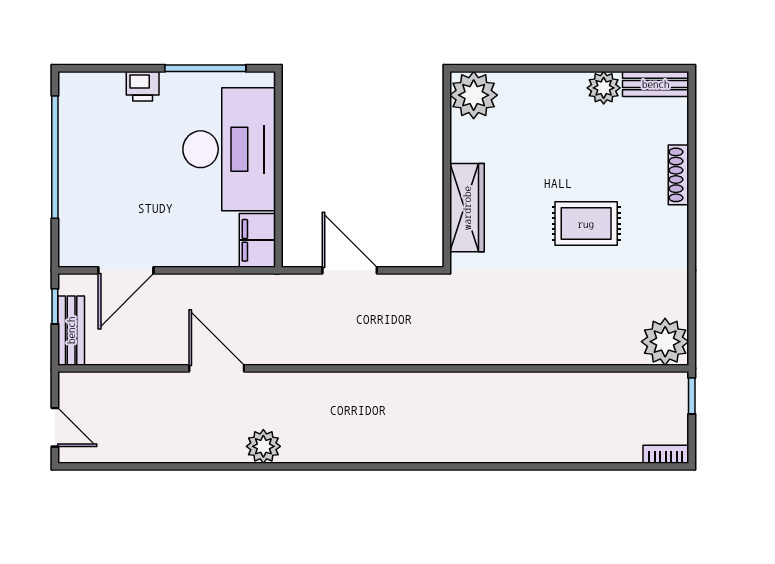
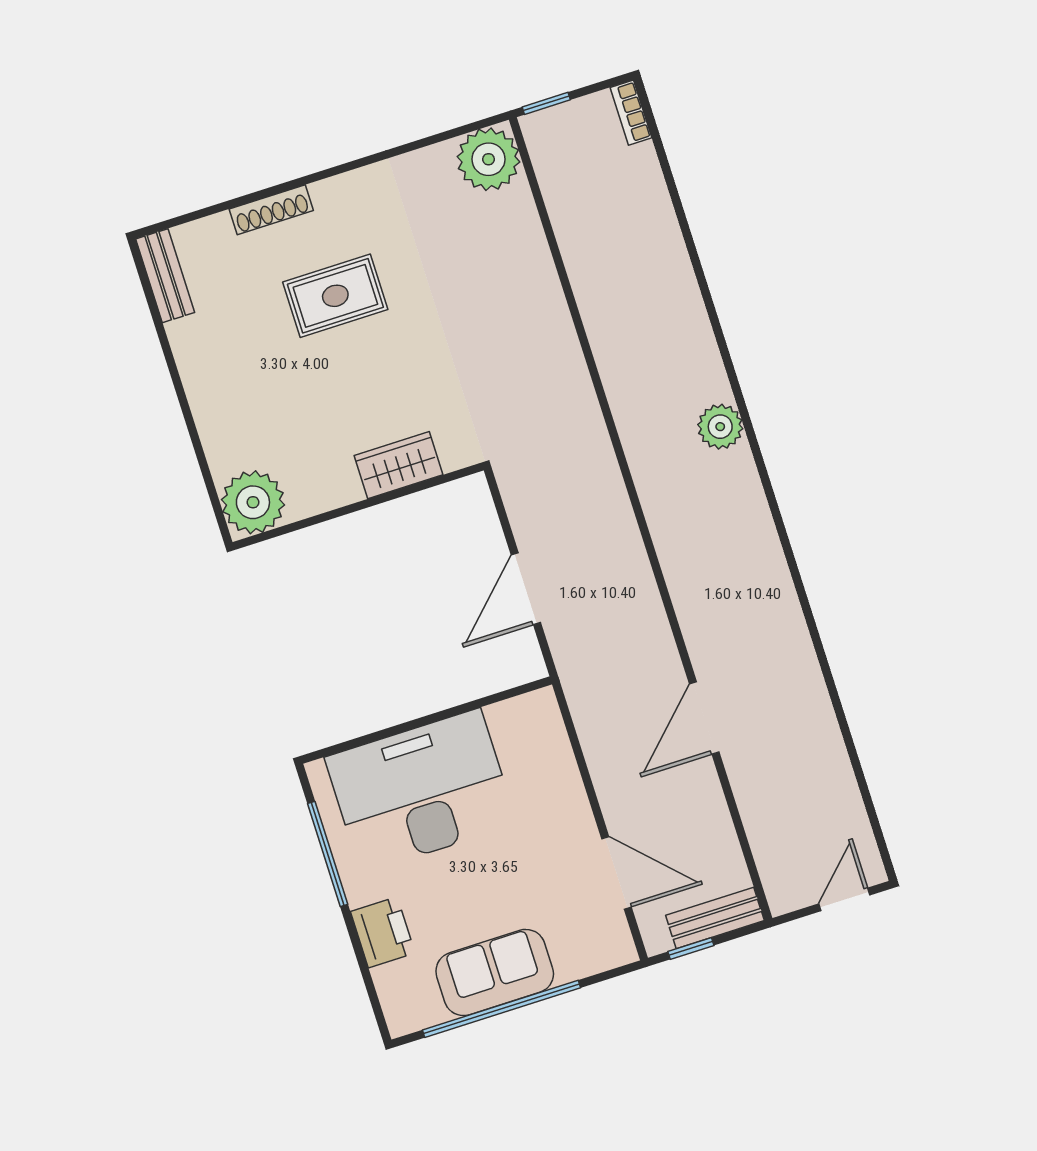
printer: (143, 86) -> (383, 932), width x1.36, depth x1.24
plant: (604, 88) -> (191, 340), removed
sofa: (82, 161) -> (495, 972), added
wardrobe: (467, 208) -> (398, 465), width x0.67
rug: (586, 224) -> (335, 296), moved, turned 90
filing cabinet: (257, 240) -> (525, 718), removed
plant: (263, 446) -> (720, 427), moved

